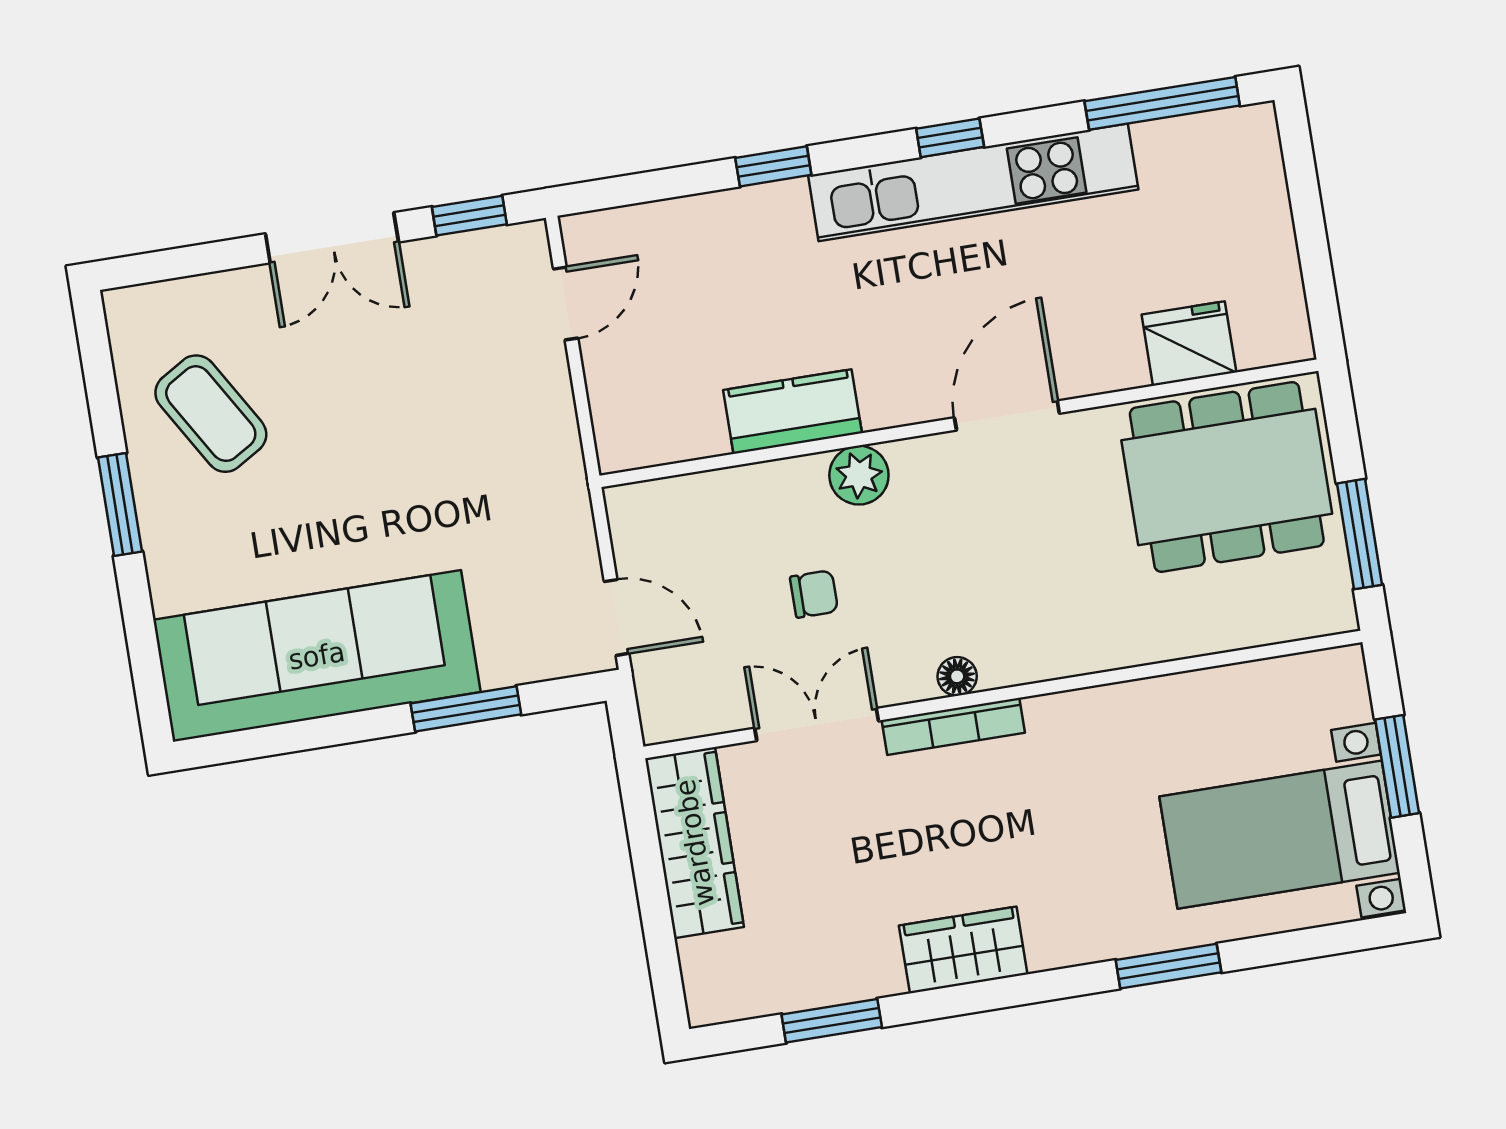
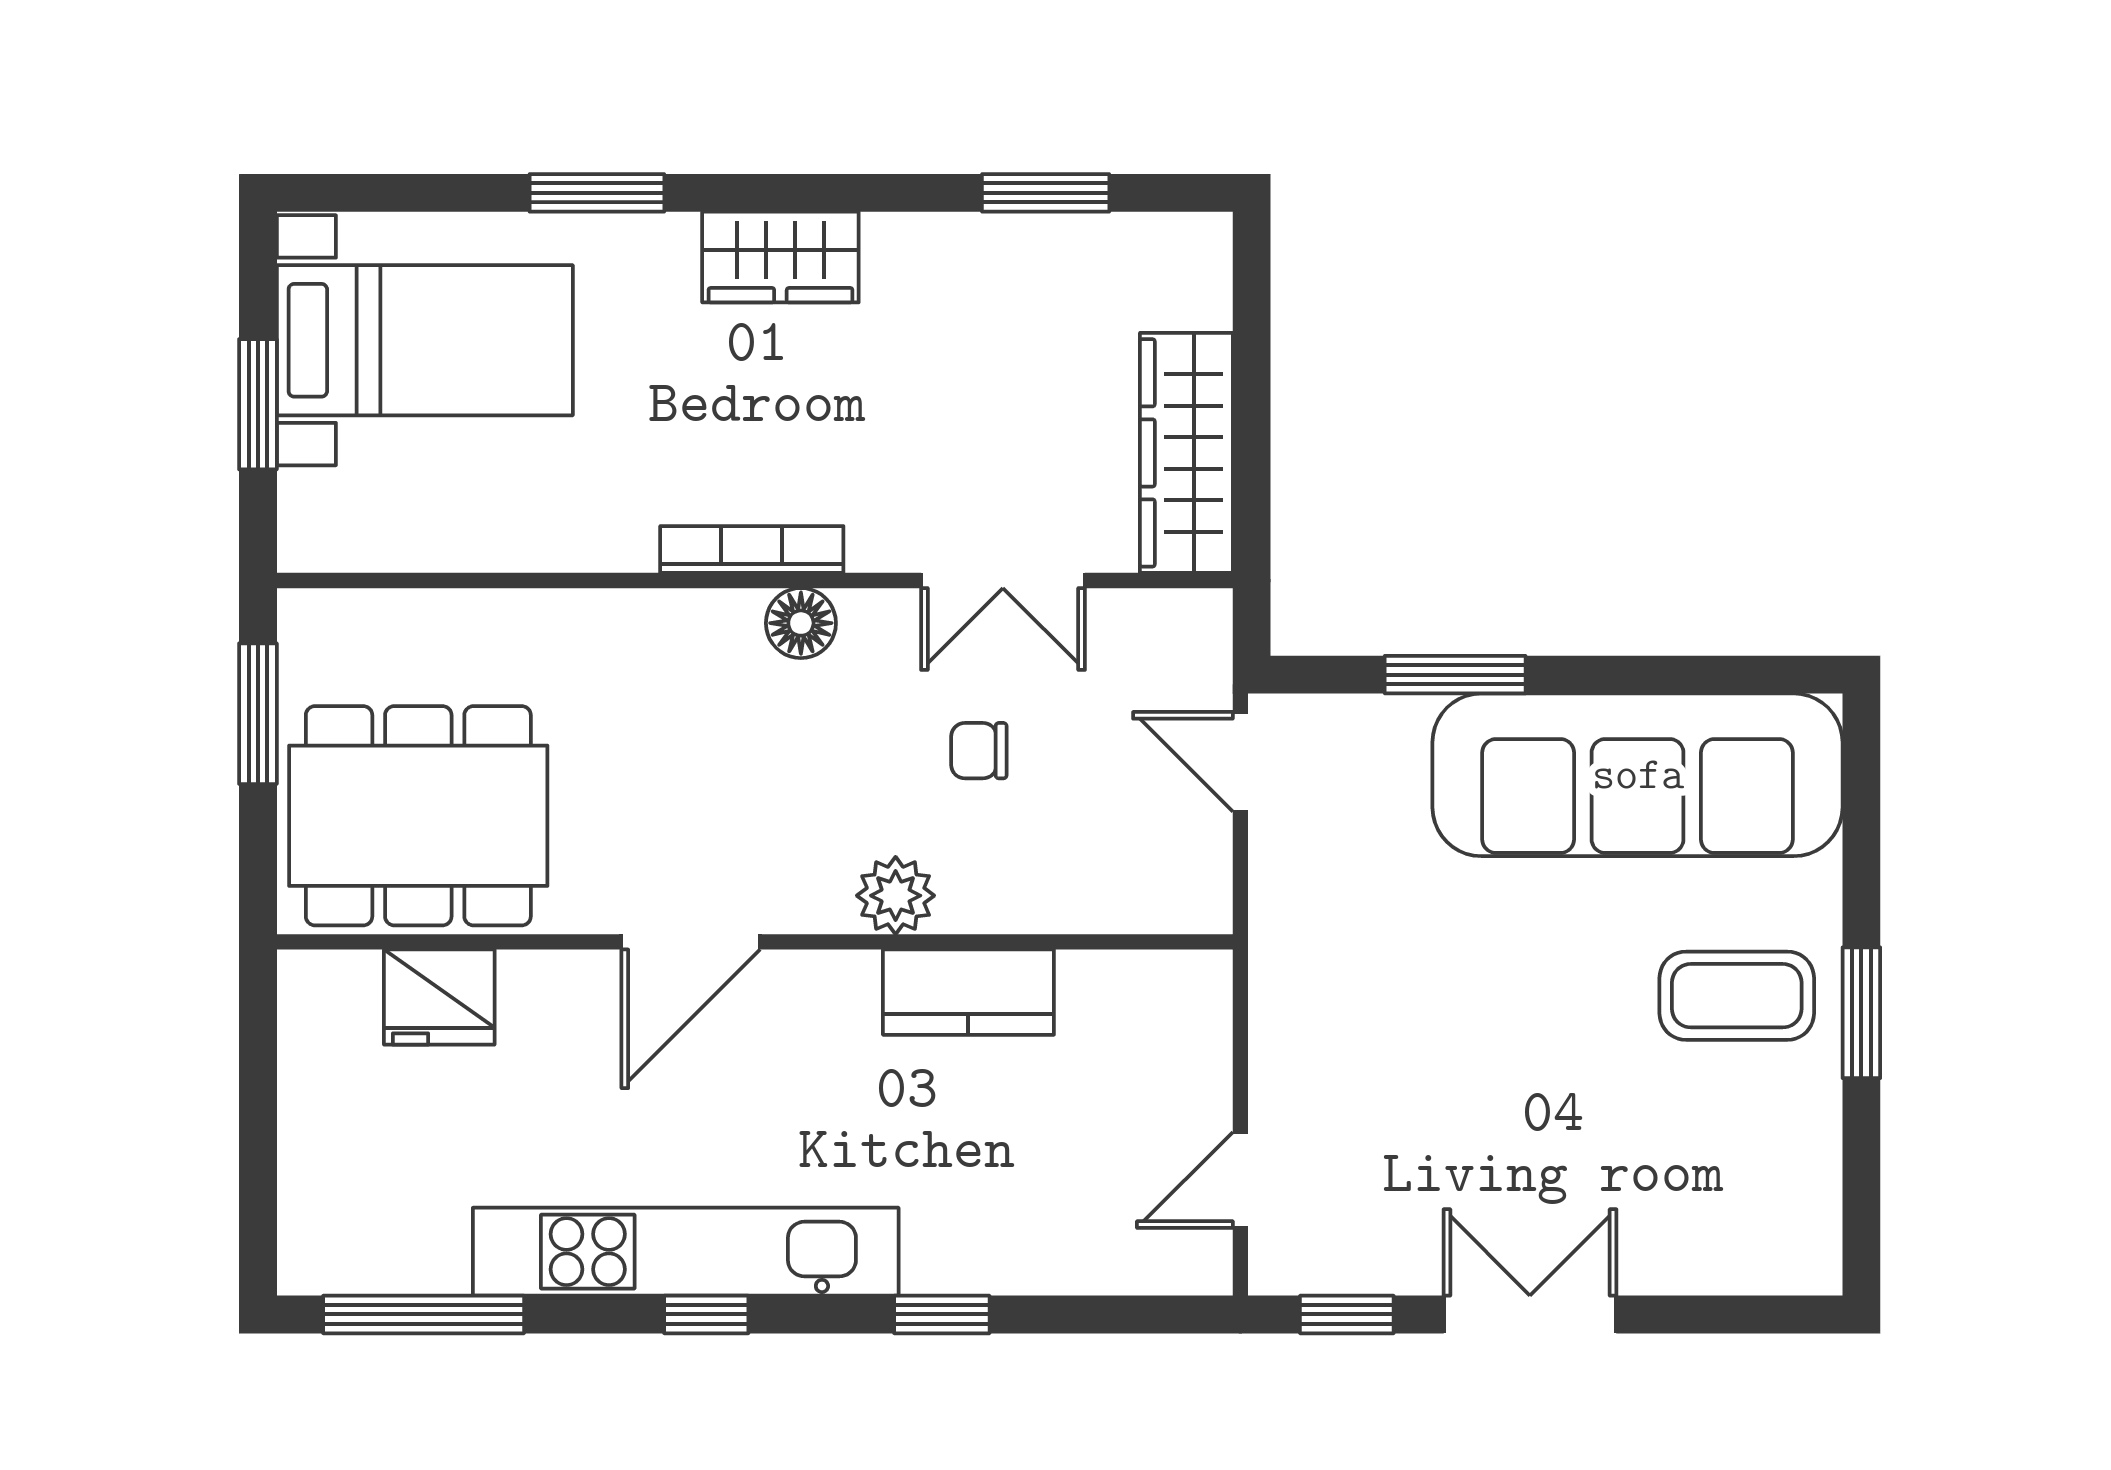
coffee table: (211, 414) -> (1737, 996), moved, turned -59
floor lamp: (957, 676) -> (801, 623), width x1.37, depth x1.37
bookcase: (953, 726) -> (752, 550), moved
wardrobe: (963, 950) -> (780, 257), moved

